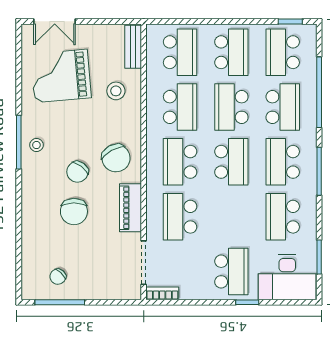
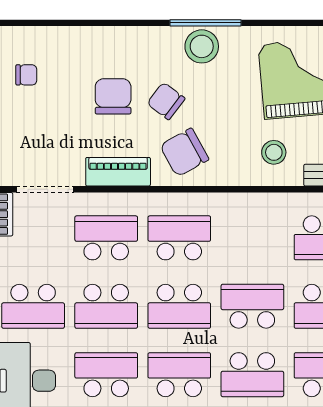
school desk: (180, 107) -> (106, 306), moved
stool: (36, 145) -> (202, 46), width x1.89, depth x1.89
chair: (74, 211) -> (113, 96), turned 90
chair: (58, 277) -> (26, 75), turned 137

